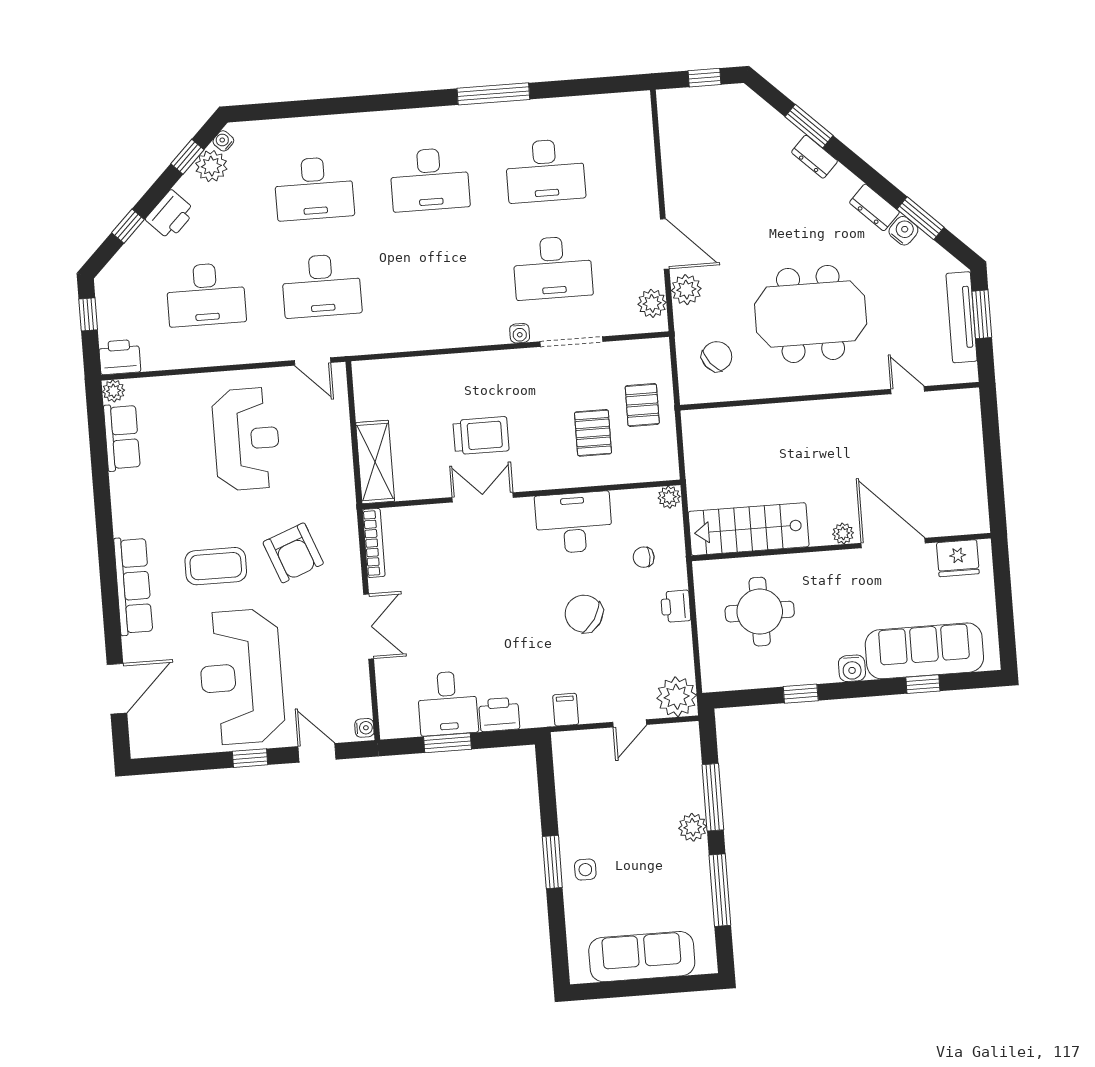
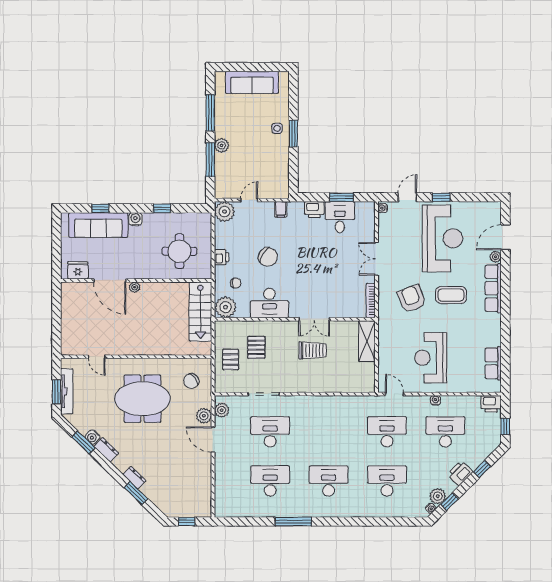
water cooler: (520, 333) -> (436, 400), moved
plant: (114, 391) -> (496, 257), moved
trolley: (481, 436) -> (313, 350), turned 180
plant: (669, 497) -> (226, 307), width x1.87, depth x1.87
stairs: (749, 529) -> (200, 312), moved, turned 90
door: (317, 753) -> (407, 197), swing flipped

